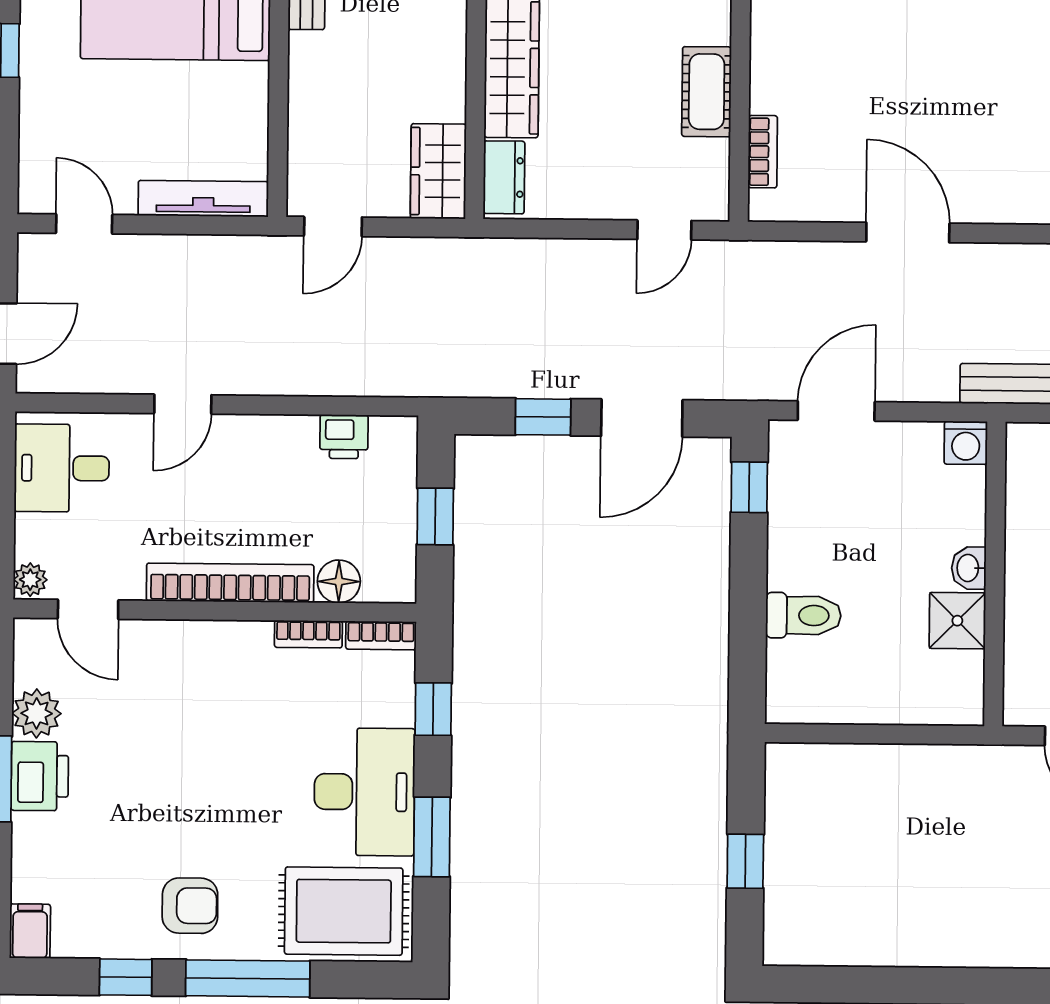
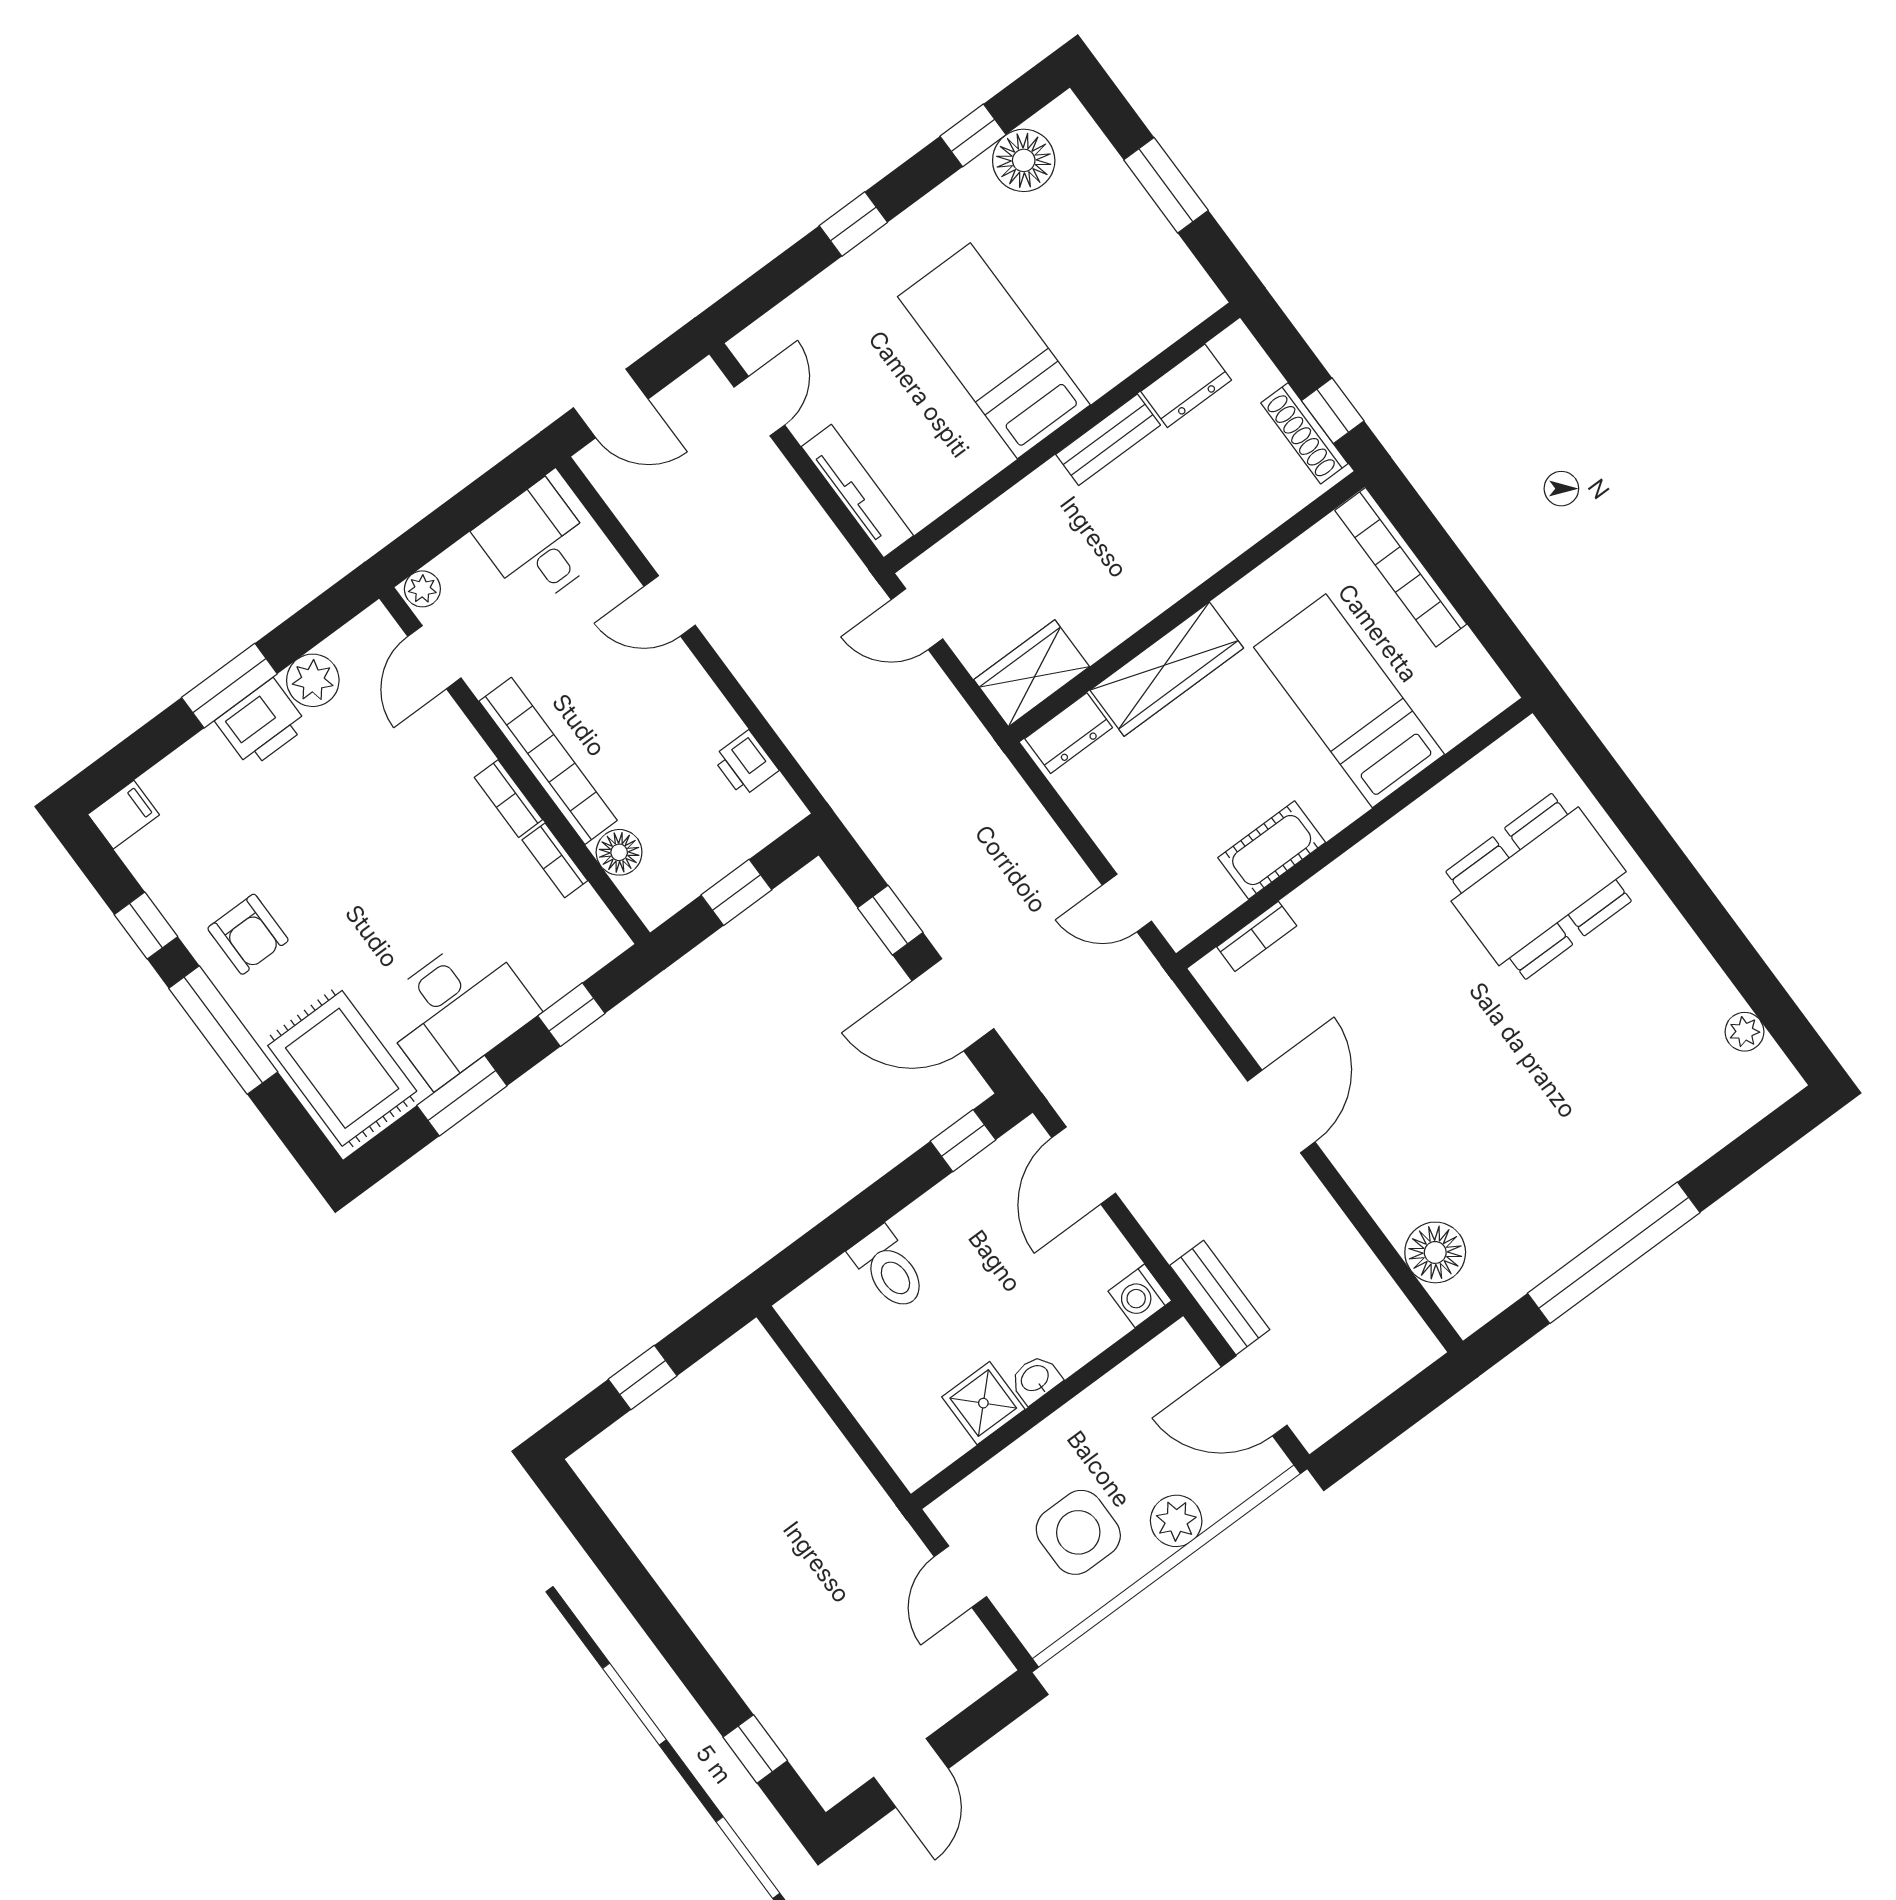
door: (836, 411) -> (1084, 1165), swing flipped
bookcase: (381, 635) -> (508, 799), moved

